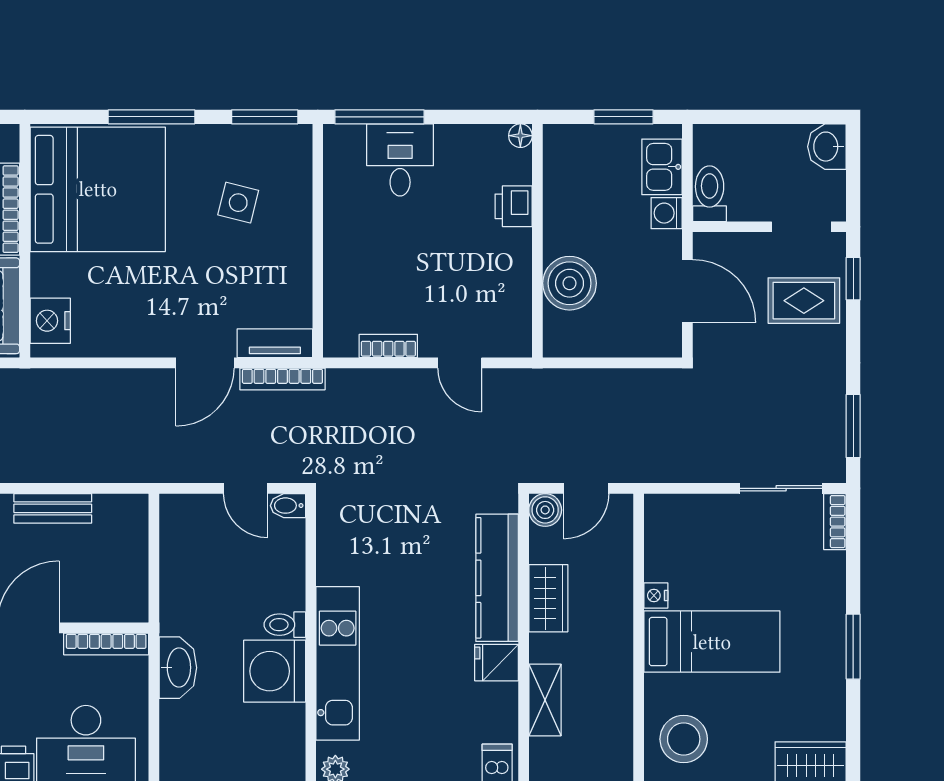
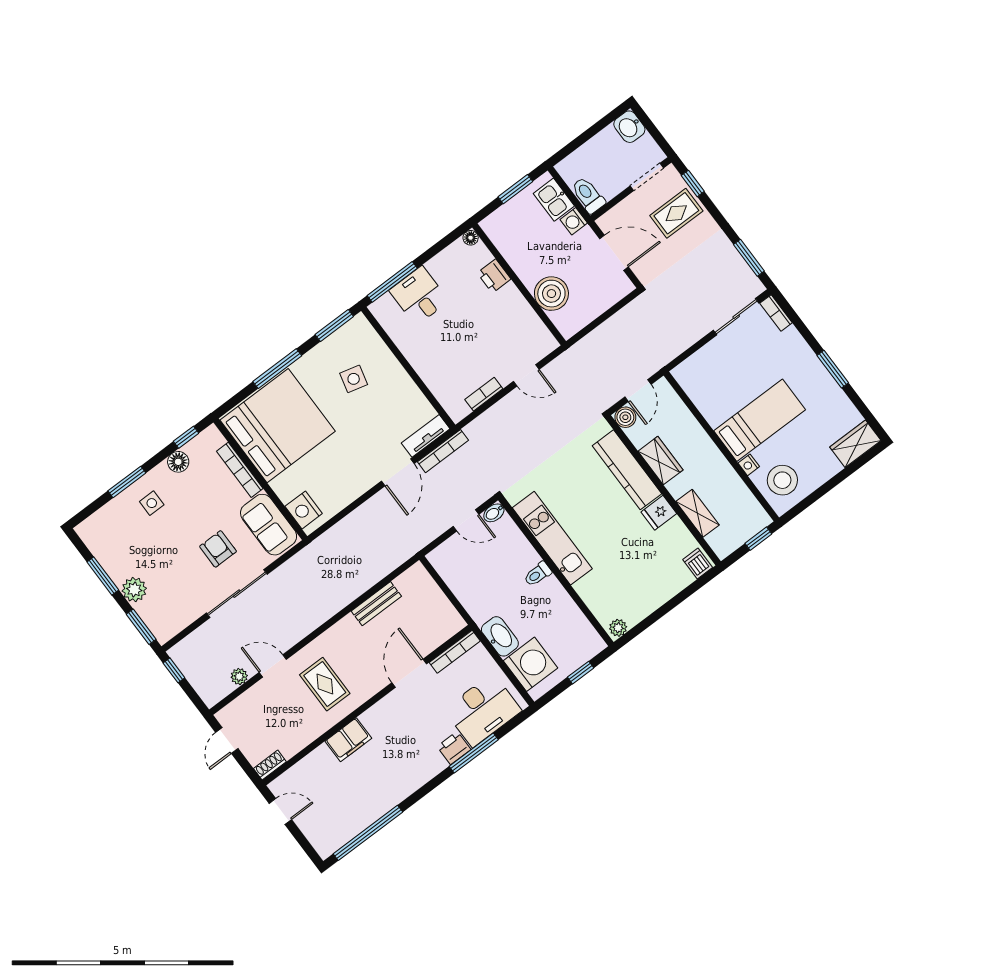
nightstand: (656, 595) -> (749, 465), moved
kitchen unit: (338, 663) -> (552, 538), moved
washing machine: (275, 671) -> (531, 664), moved, turned 180

